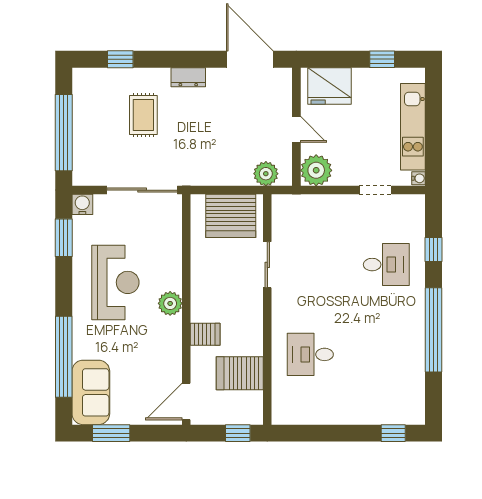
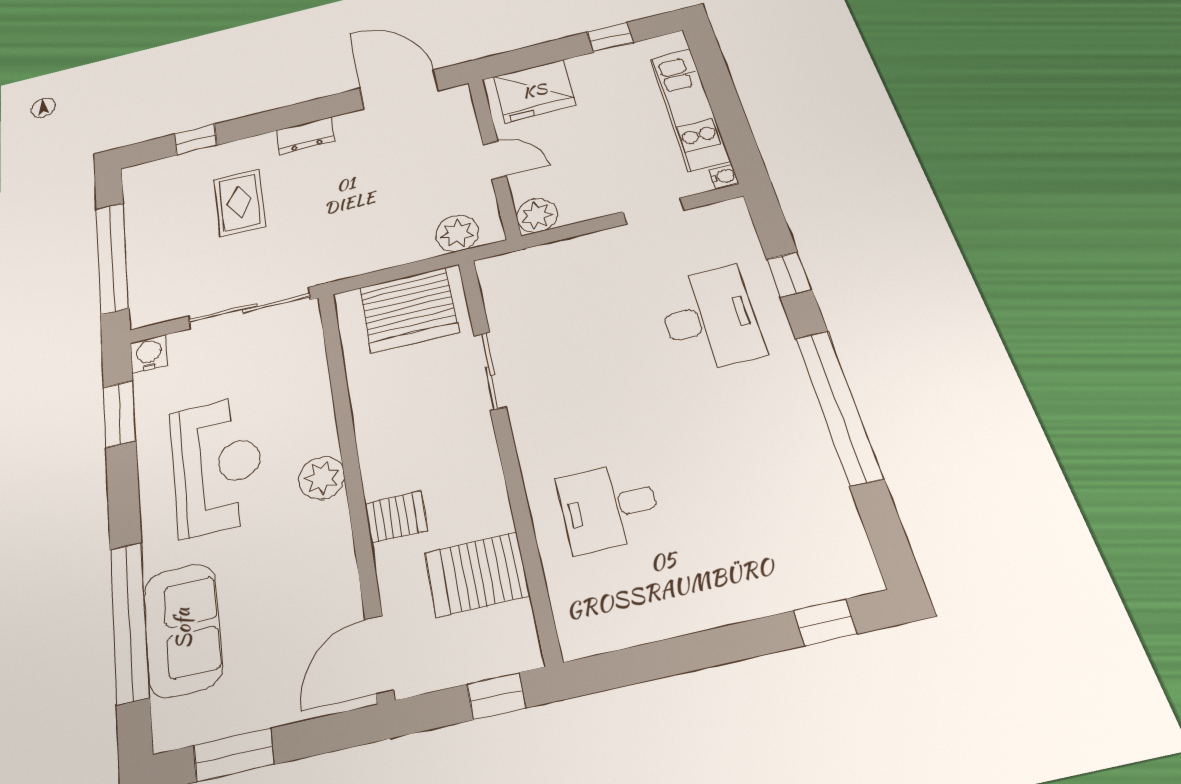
plant: (316, 170) -> (537, 215), width x0.73, depth x0.73
desk: (386, 265) -> (710, 319), width x1.37
sofa: (91, 392) -> (183, 629), moved

